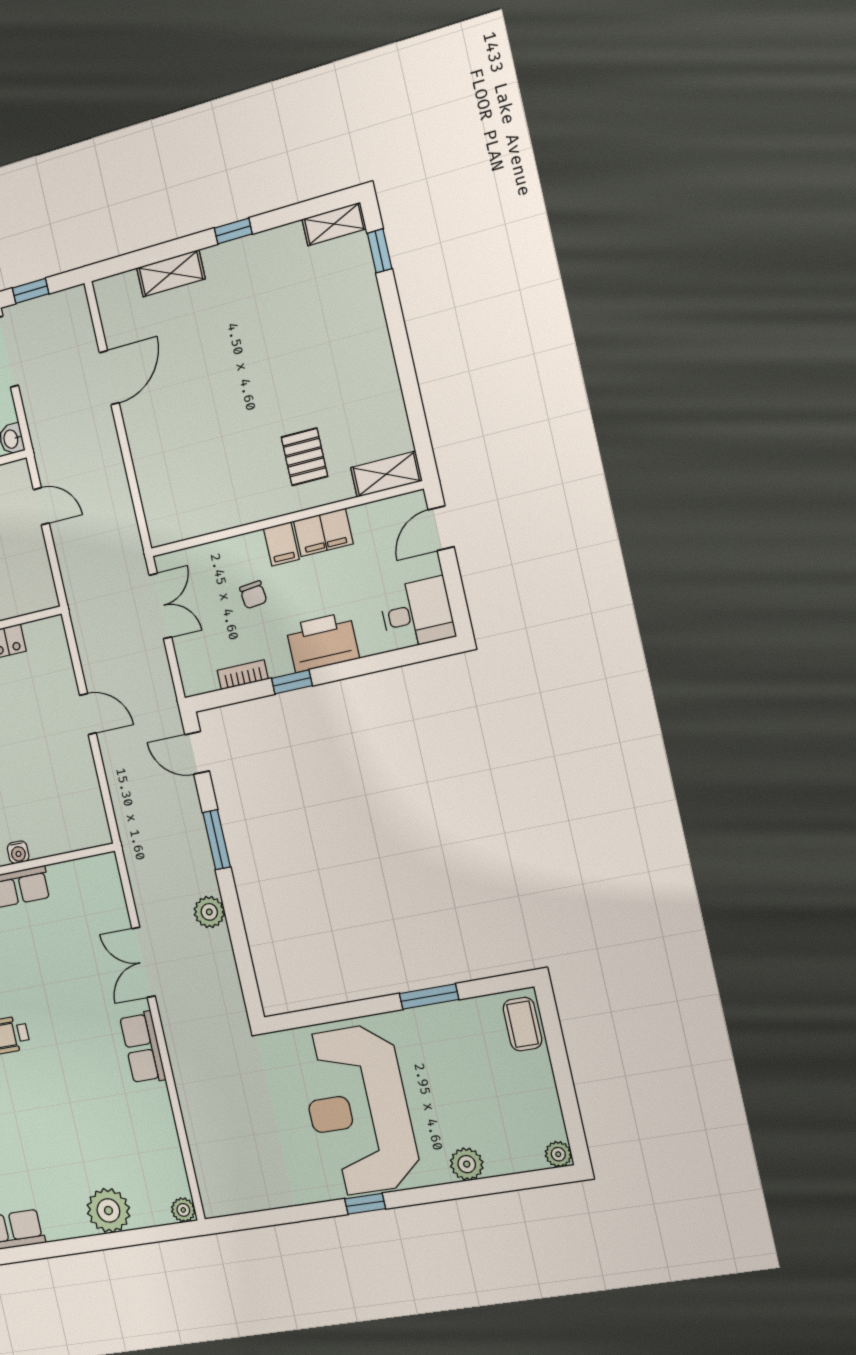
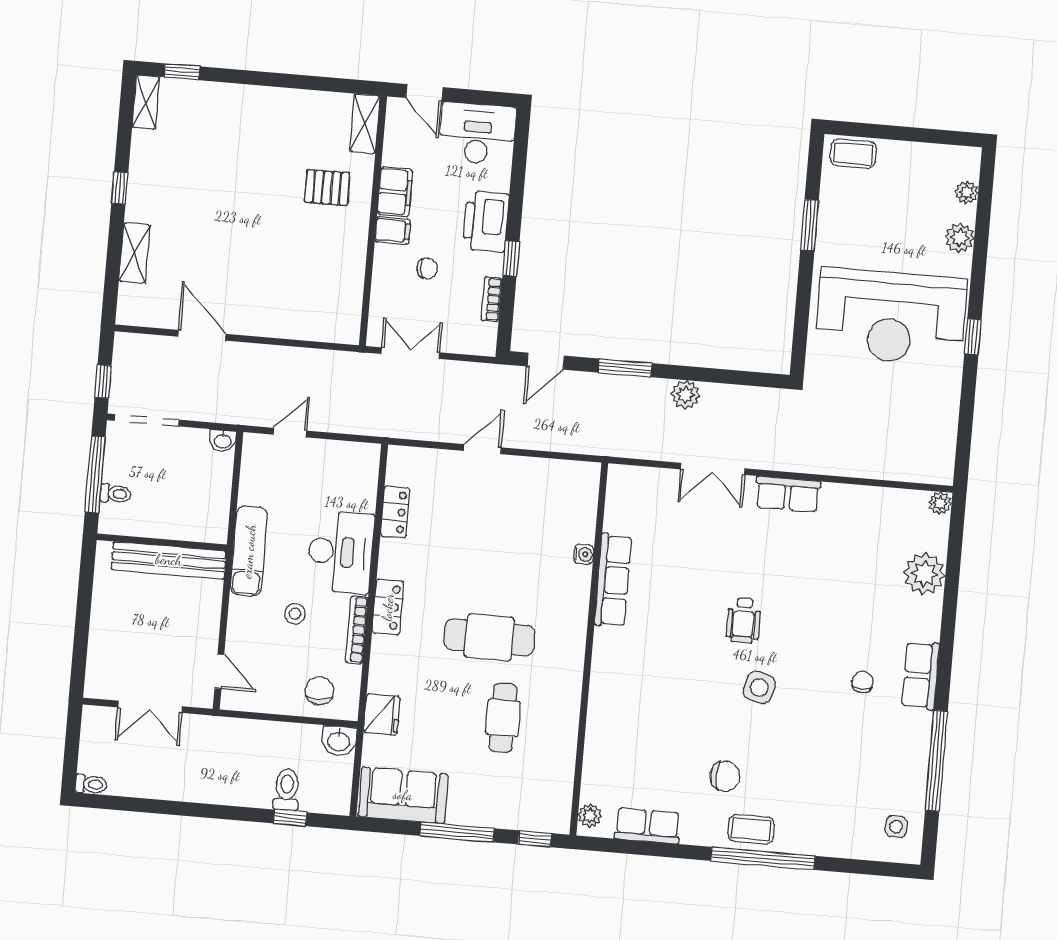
desk: (417, 613) -> (477, 134), width x1.37
plant: (558, 1154) -> (967, 192), moved

